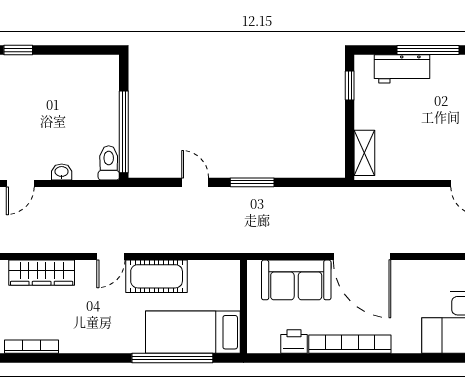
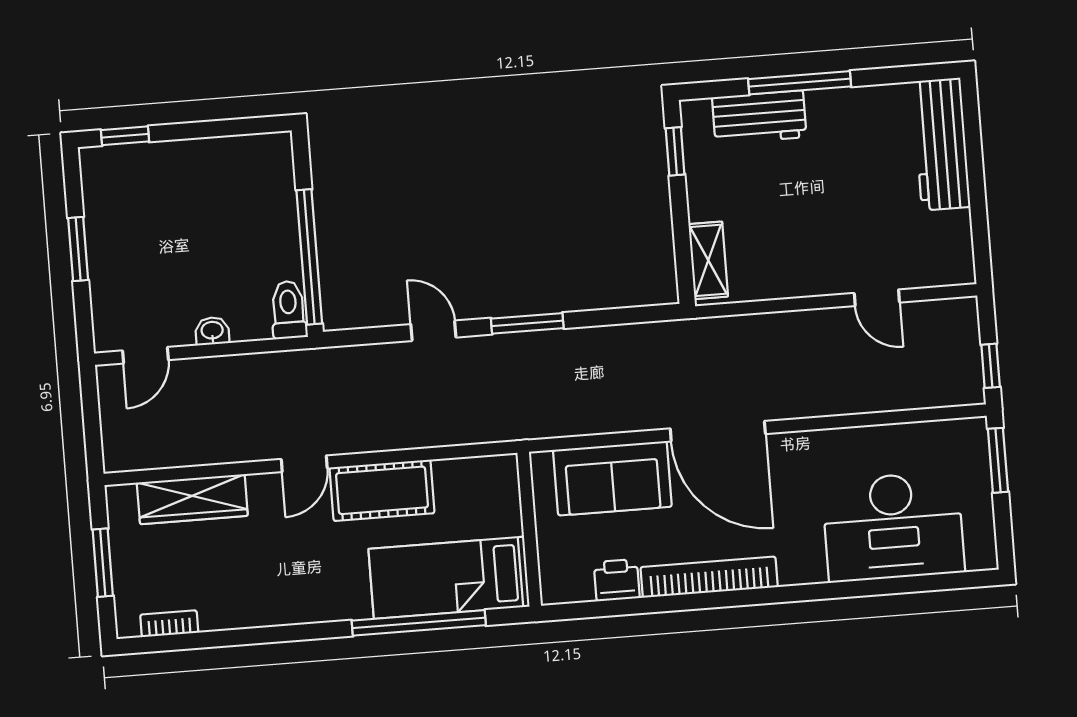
bookcase: (31, 347) -> (169, 624), width x0.64

